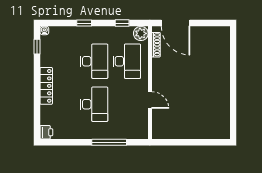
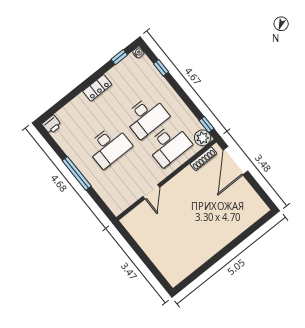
window: (84, 23) -> (161, 68), moved
window: (122, 23) -> (207, 125), moved
locker: (46, 86) -> (97, 88), width x0.66
window: (109, 142) -> (77, 173), moved

